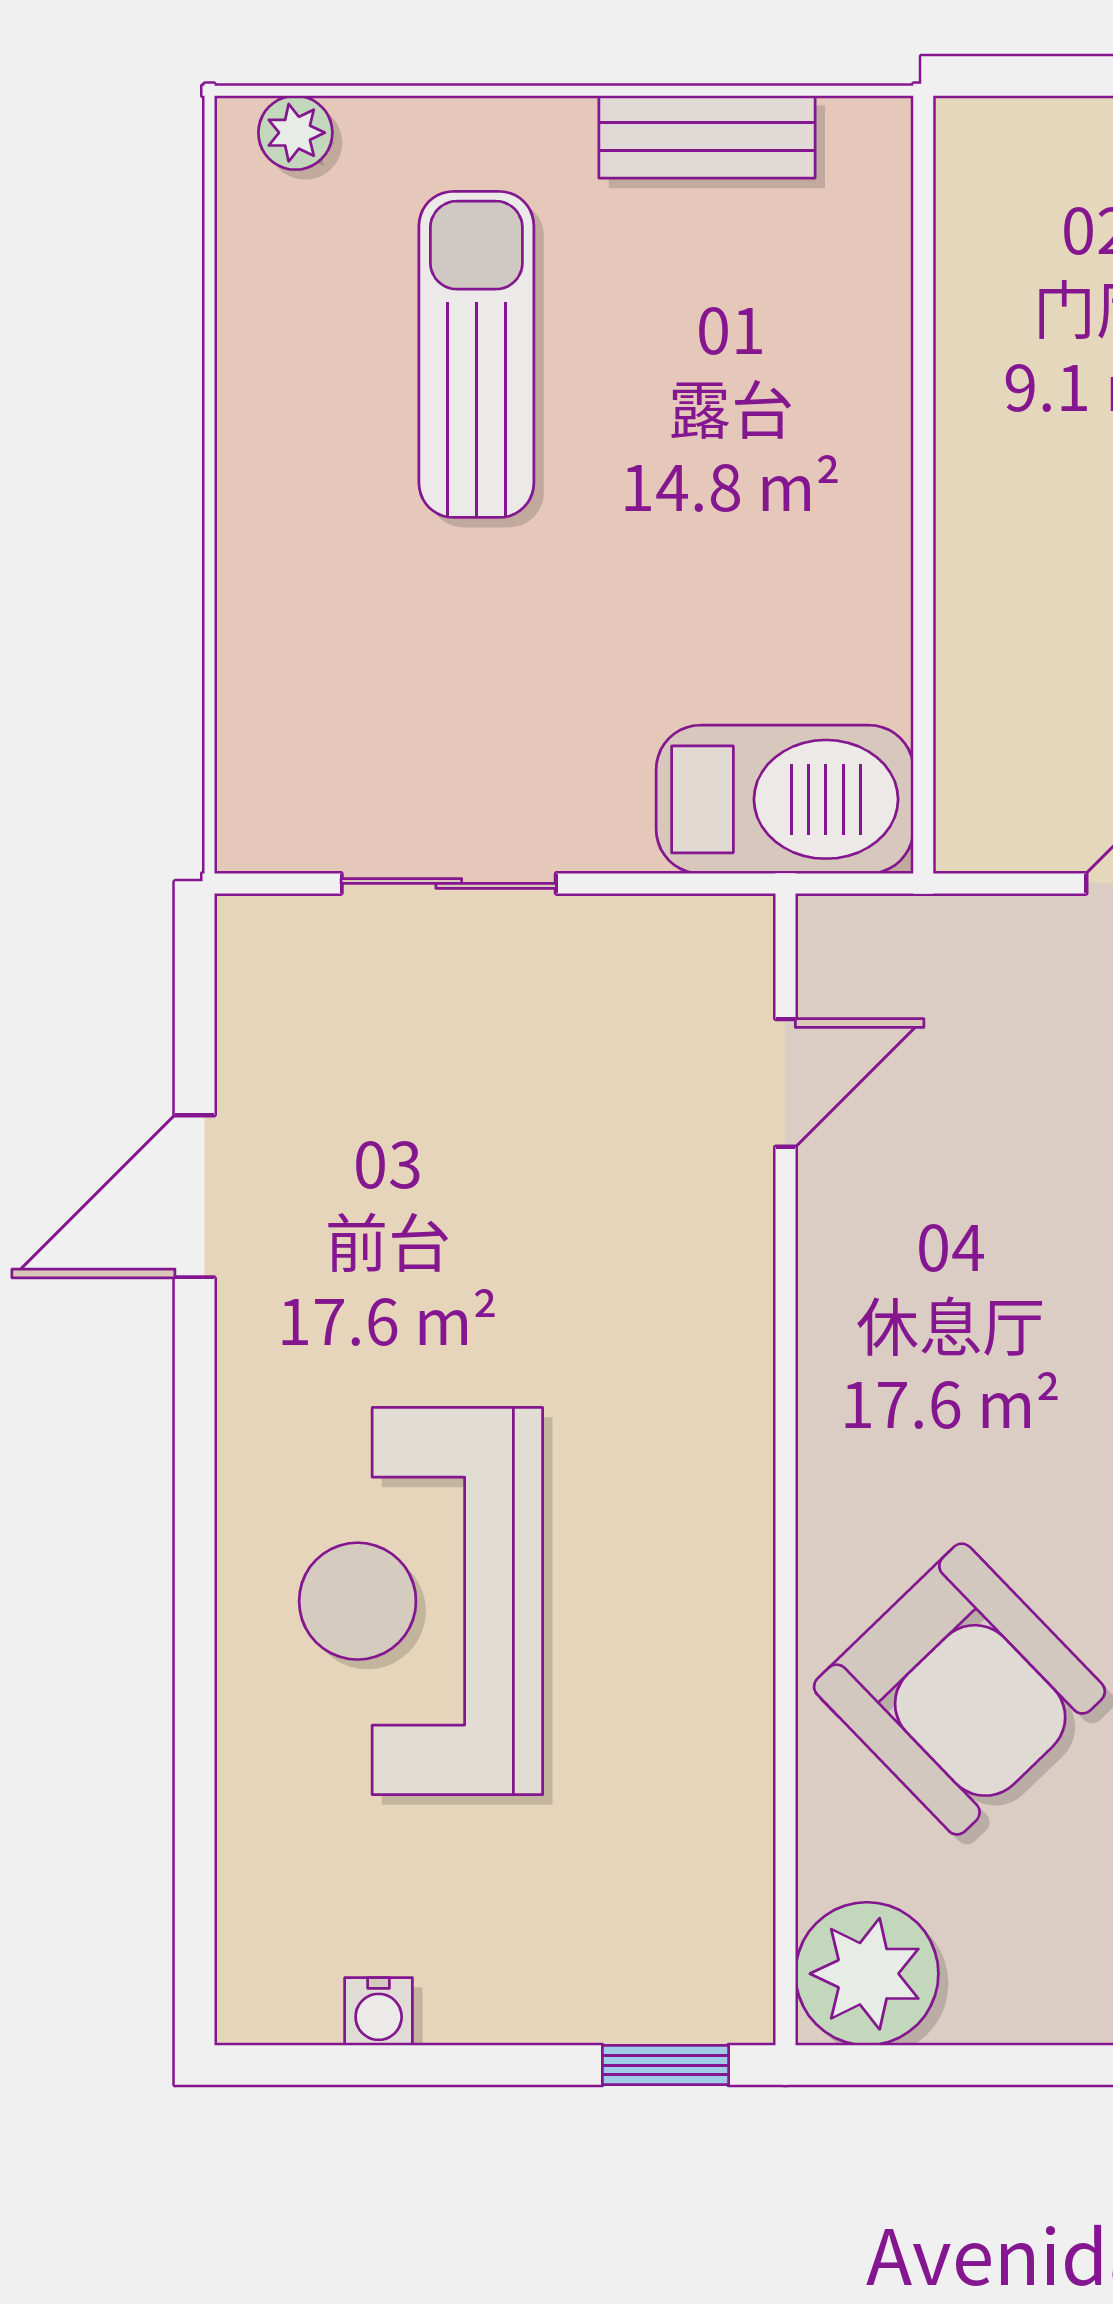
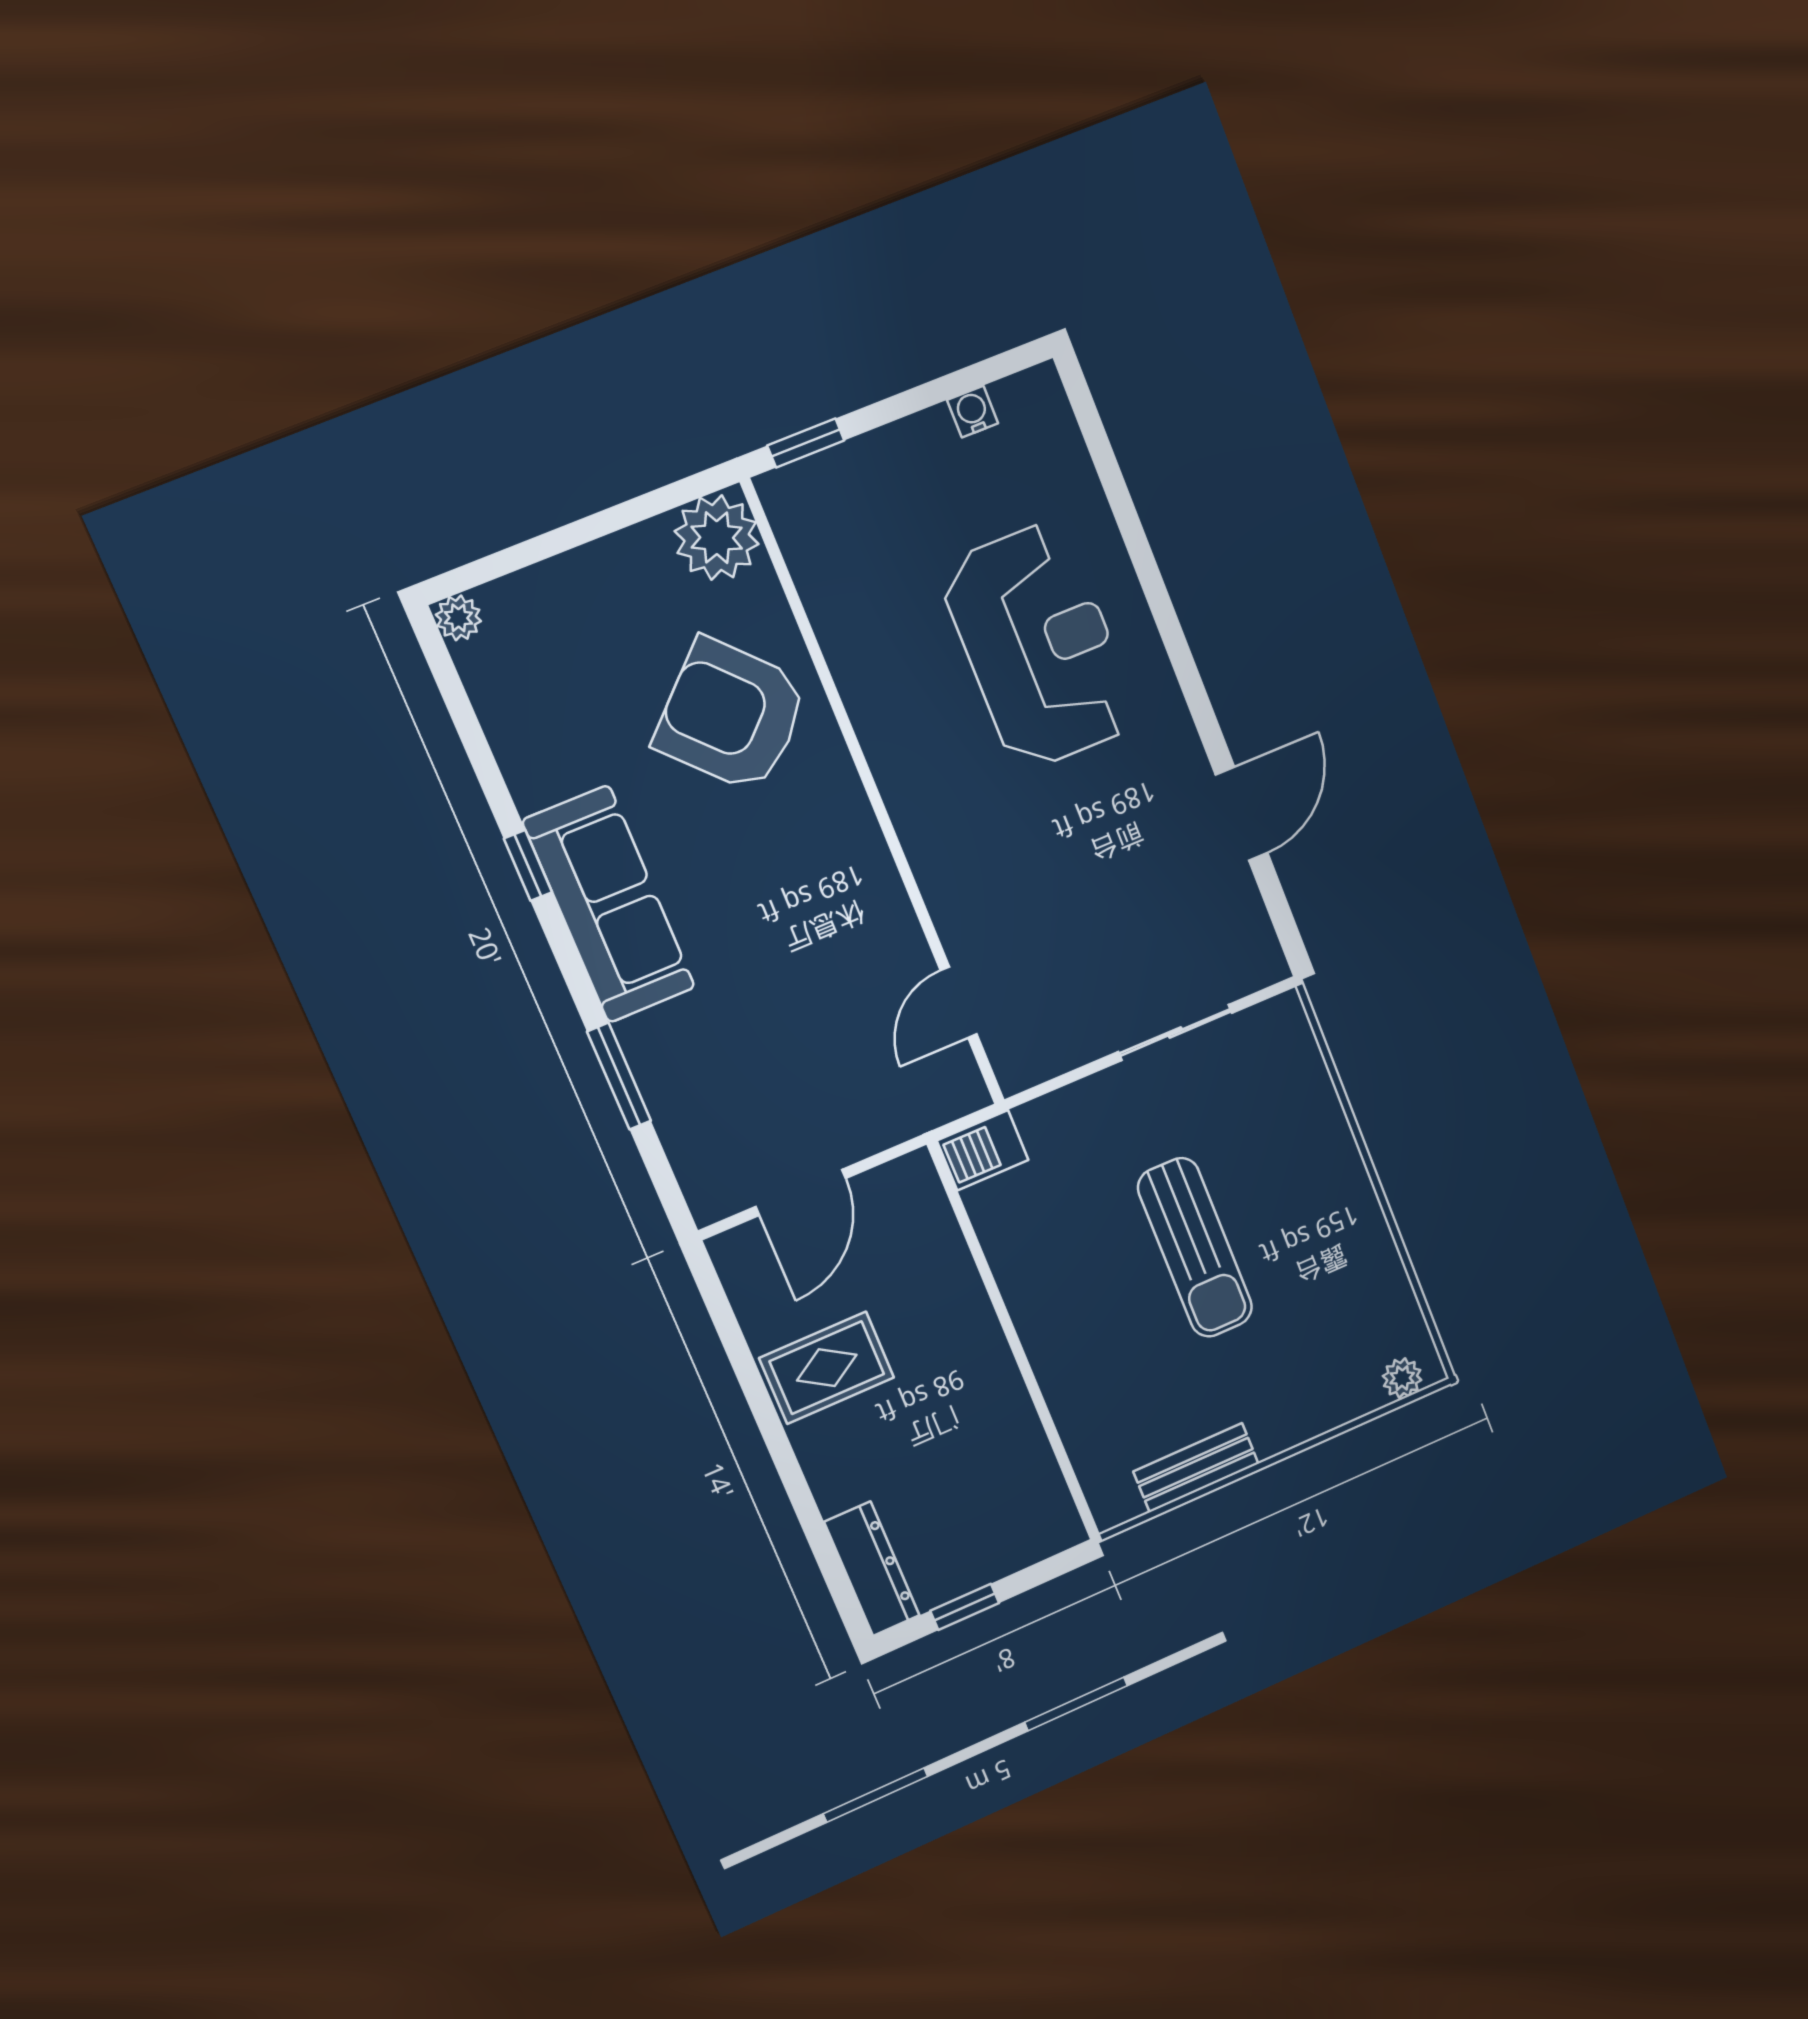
sun lounger: (476, 354) -> (1195, 1248), moved
barbecue: (785, 799) -> (983, 1150), width x0.53, depth x0.65

